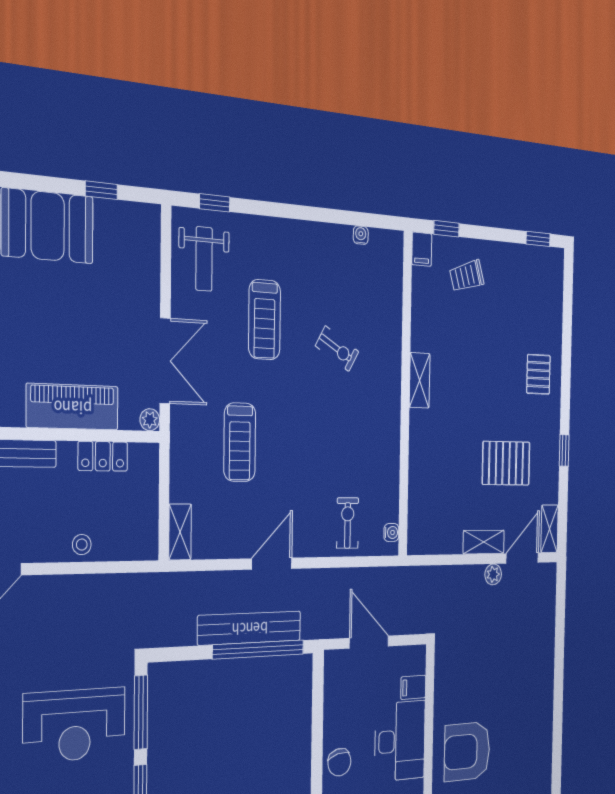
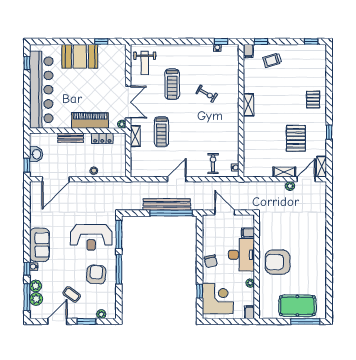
window: (215, 203) -> (221, 42), moved
pallet: (506, 463) -> (296, 138), turned 90
shelving: (180, 532) -> (135, 136), moved

